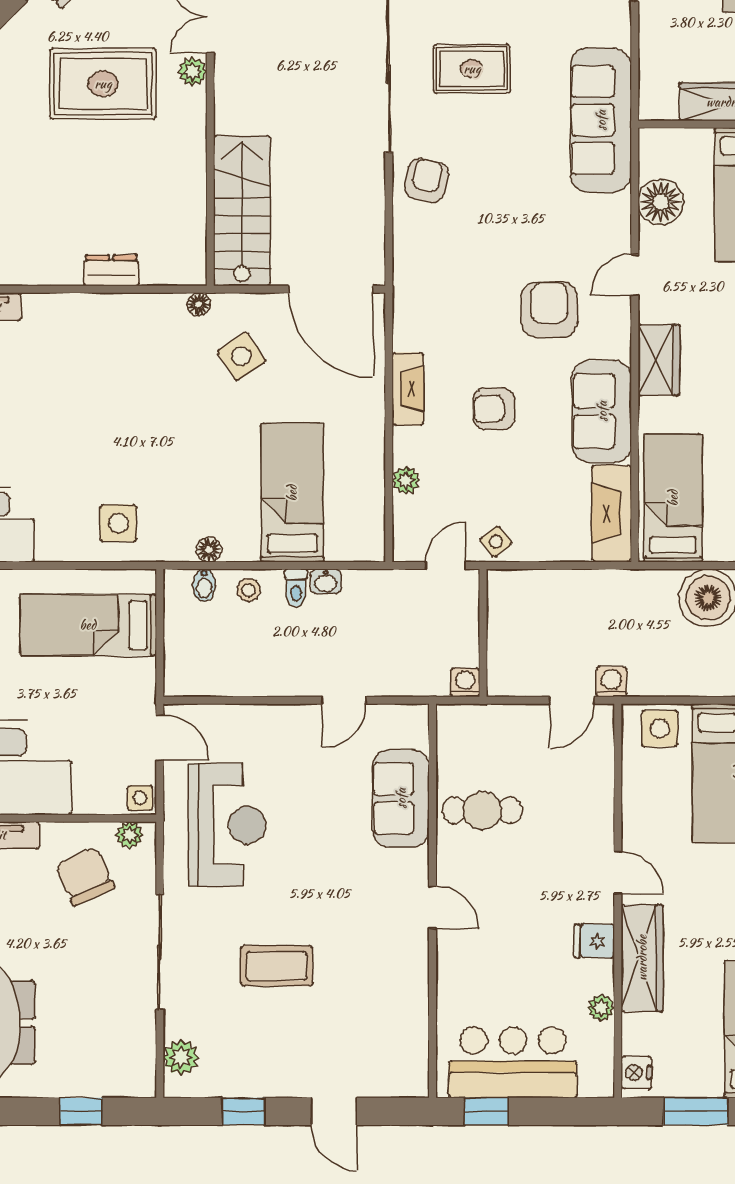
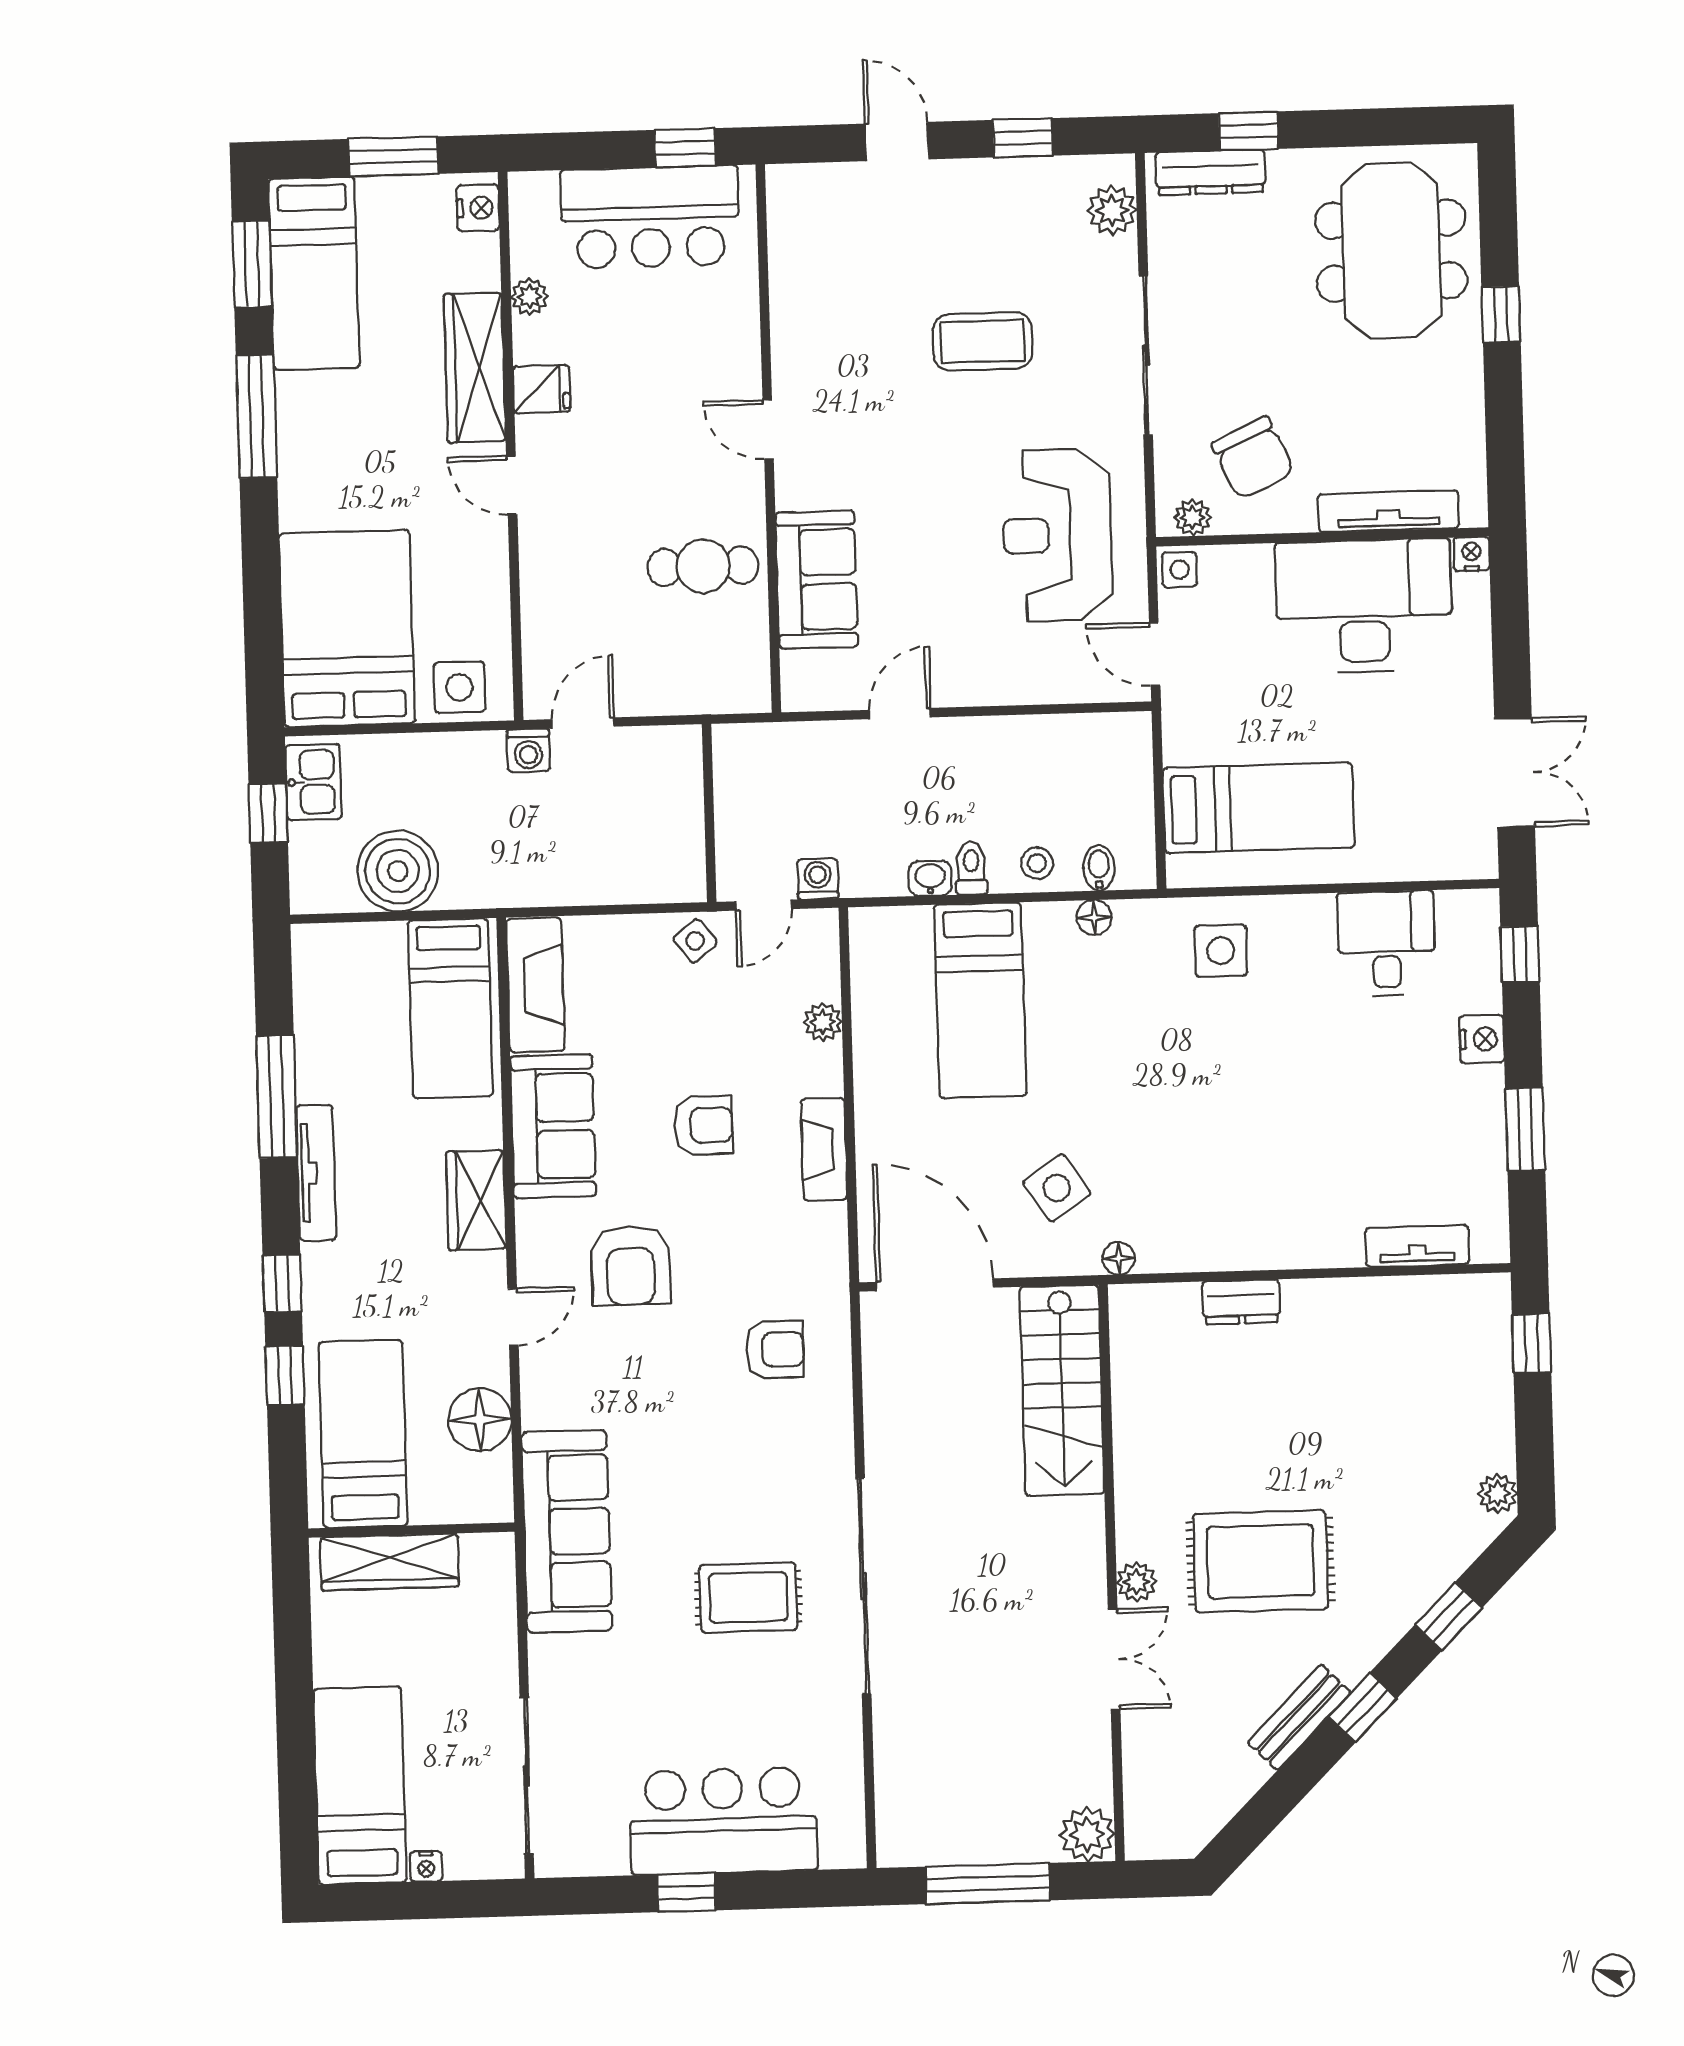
armchair: (427, 180) -> (775, 1350), moved, turned -102
washing machine: (465, 683) -> (818, 879), moved, turned 180
dresser: (109, 1083) -> (1210, 172), added

